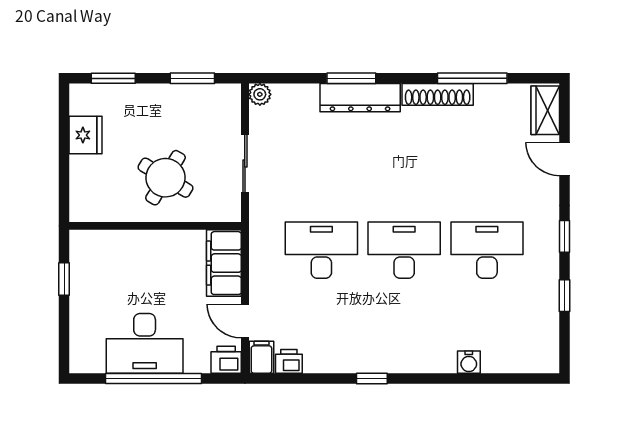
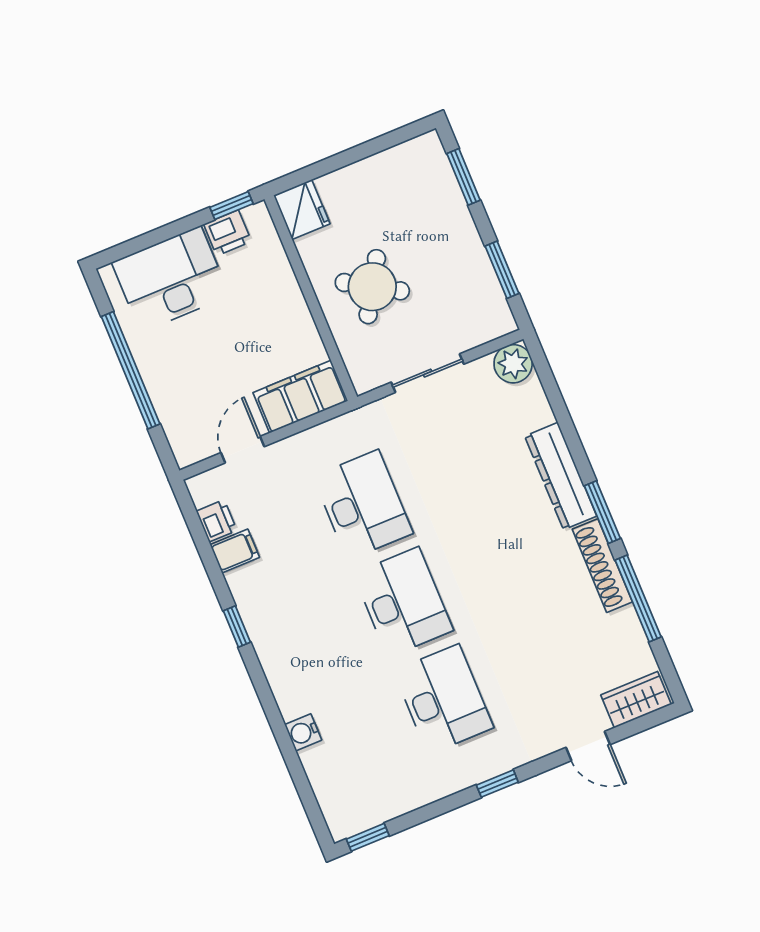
window: (351, 78) -> (602, 512), moved
plant: (260, 94) -> (513, 364), width x1.38, depth x1.38
fridge: (85, 135) -> (302, 209), moved, turned -90
door: (565, 159) -> (588, 746), swing flipped
window: (64, 279) -> (231, 205), moved
window: (565, 296) -> (368, 837), moved
desk: (145, 343) -> (171, 279), moved, turned 90
filing cabinet: (261, 357) -> (235, 551), moved
printer: (226, 360) -> (228, 233), moved, turned 90

